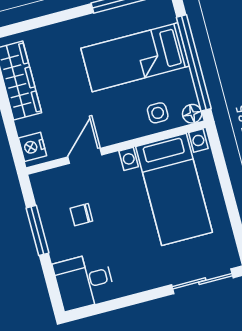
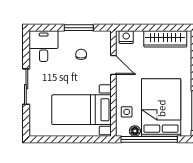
bed: (135, 57) -> (161, 108), width x1.50
floor lamp: (192, 114) -> (135, 131), moved
sliding door: (202, 281) -> (26, 87), moved

